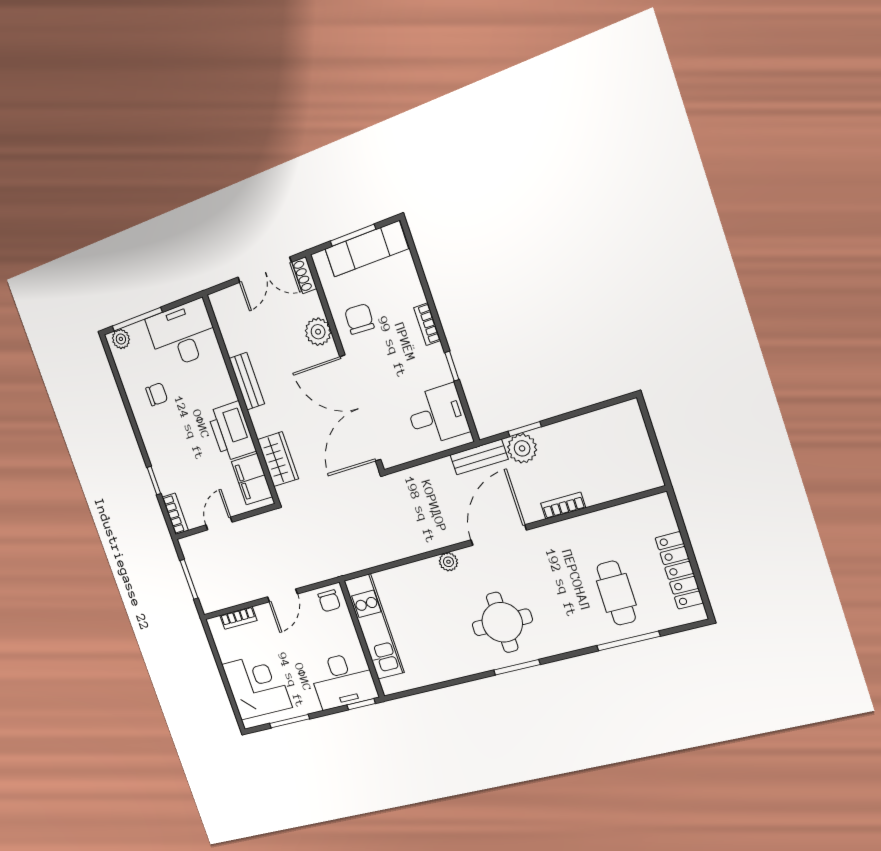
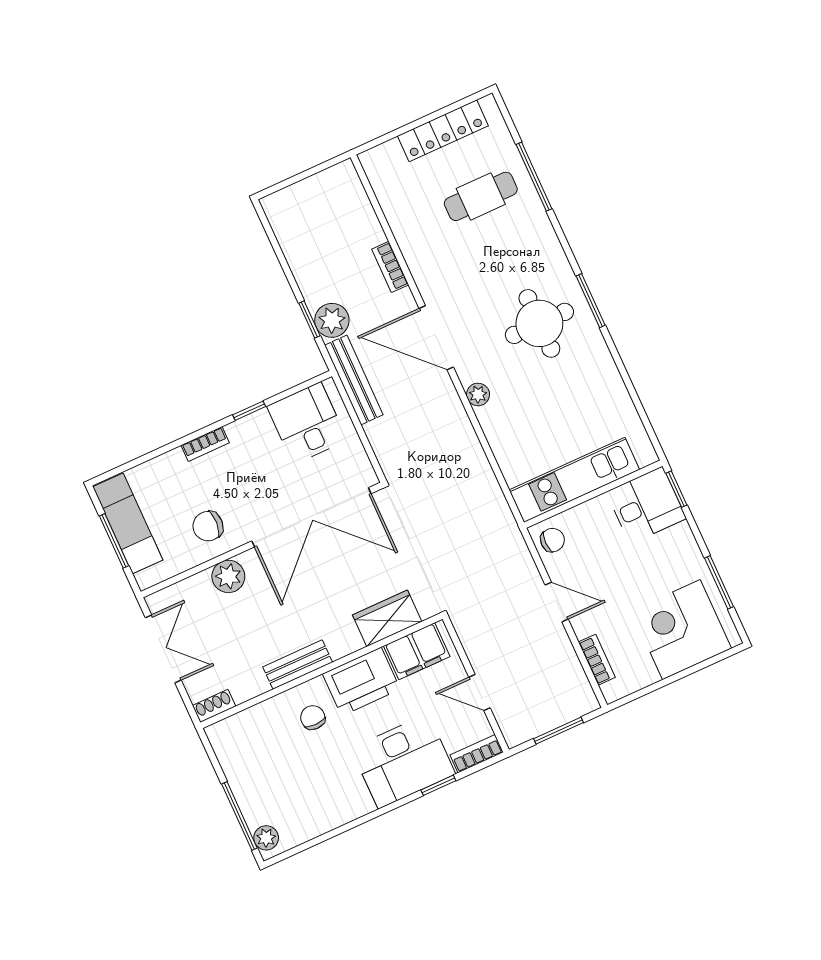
shoe rack: (304, 275) -> (214, 706), moved, turned 180
desk: (183, 334) -> (403, 761), moved, turned -90
chair: (157, 394) -> (313, 718), moved
bench: (479, 457) -> (354, 380), width x1.36
desk: (343, 680) -> (646, 505), width x0.73

